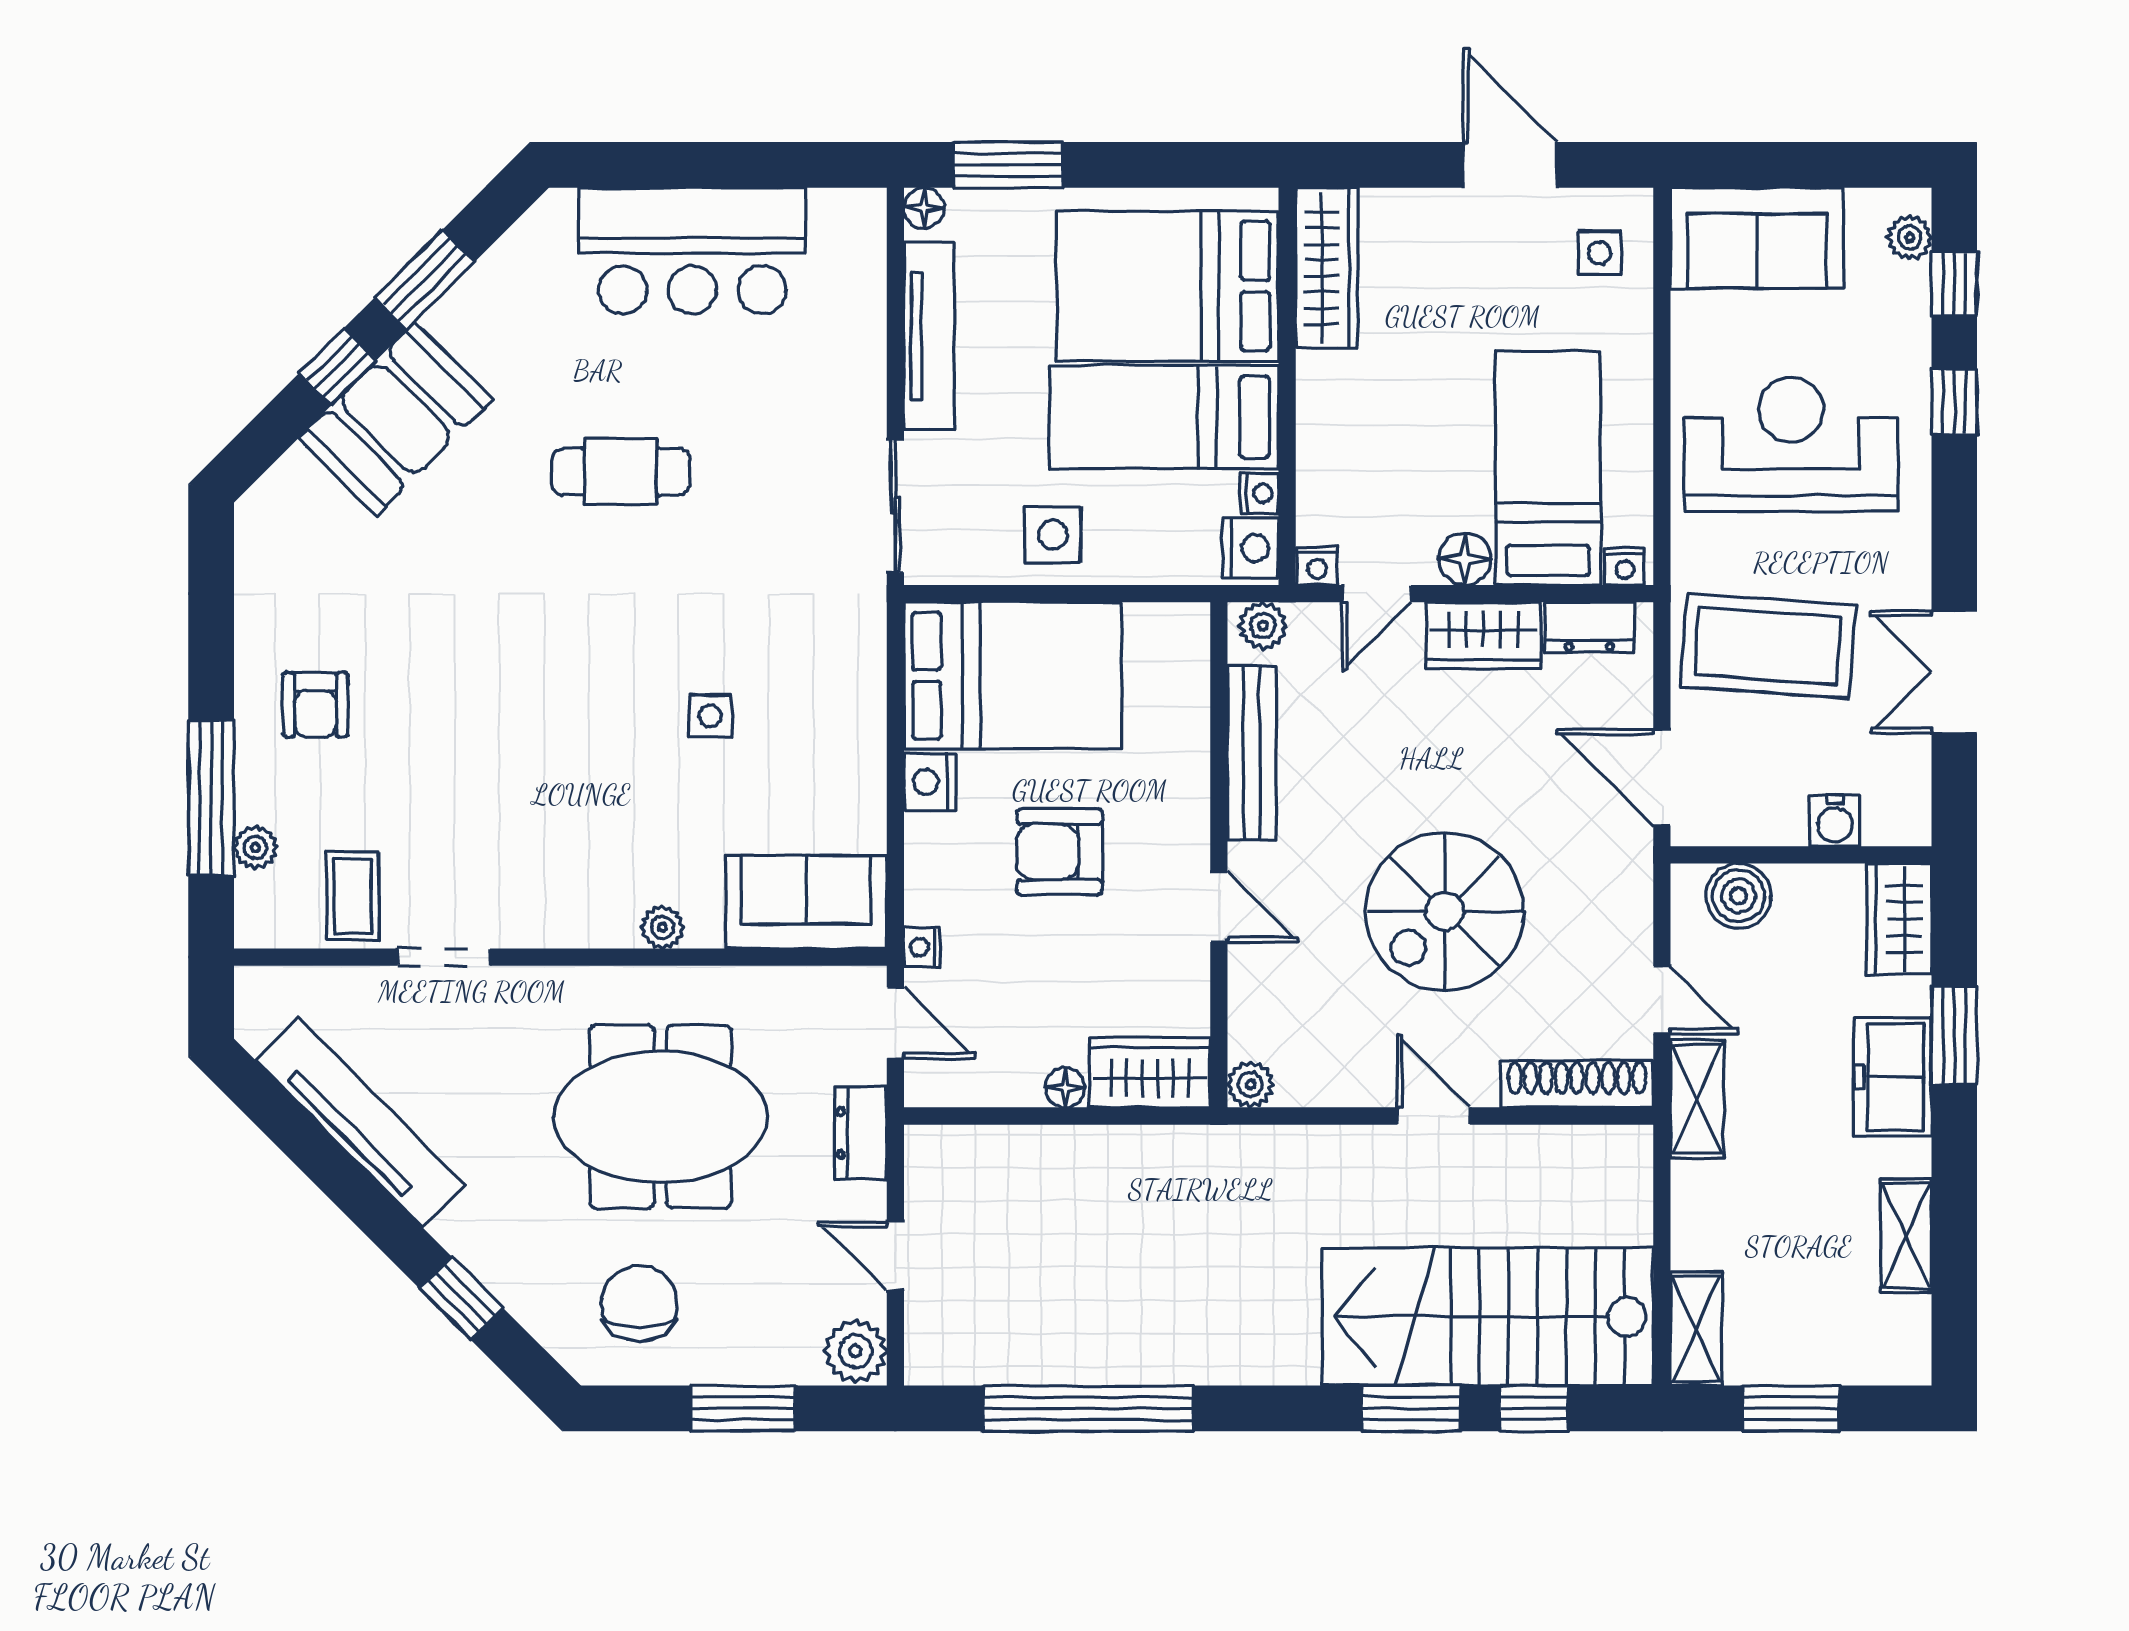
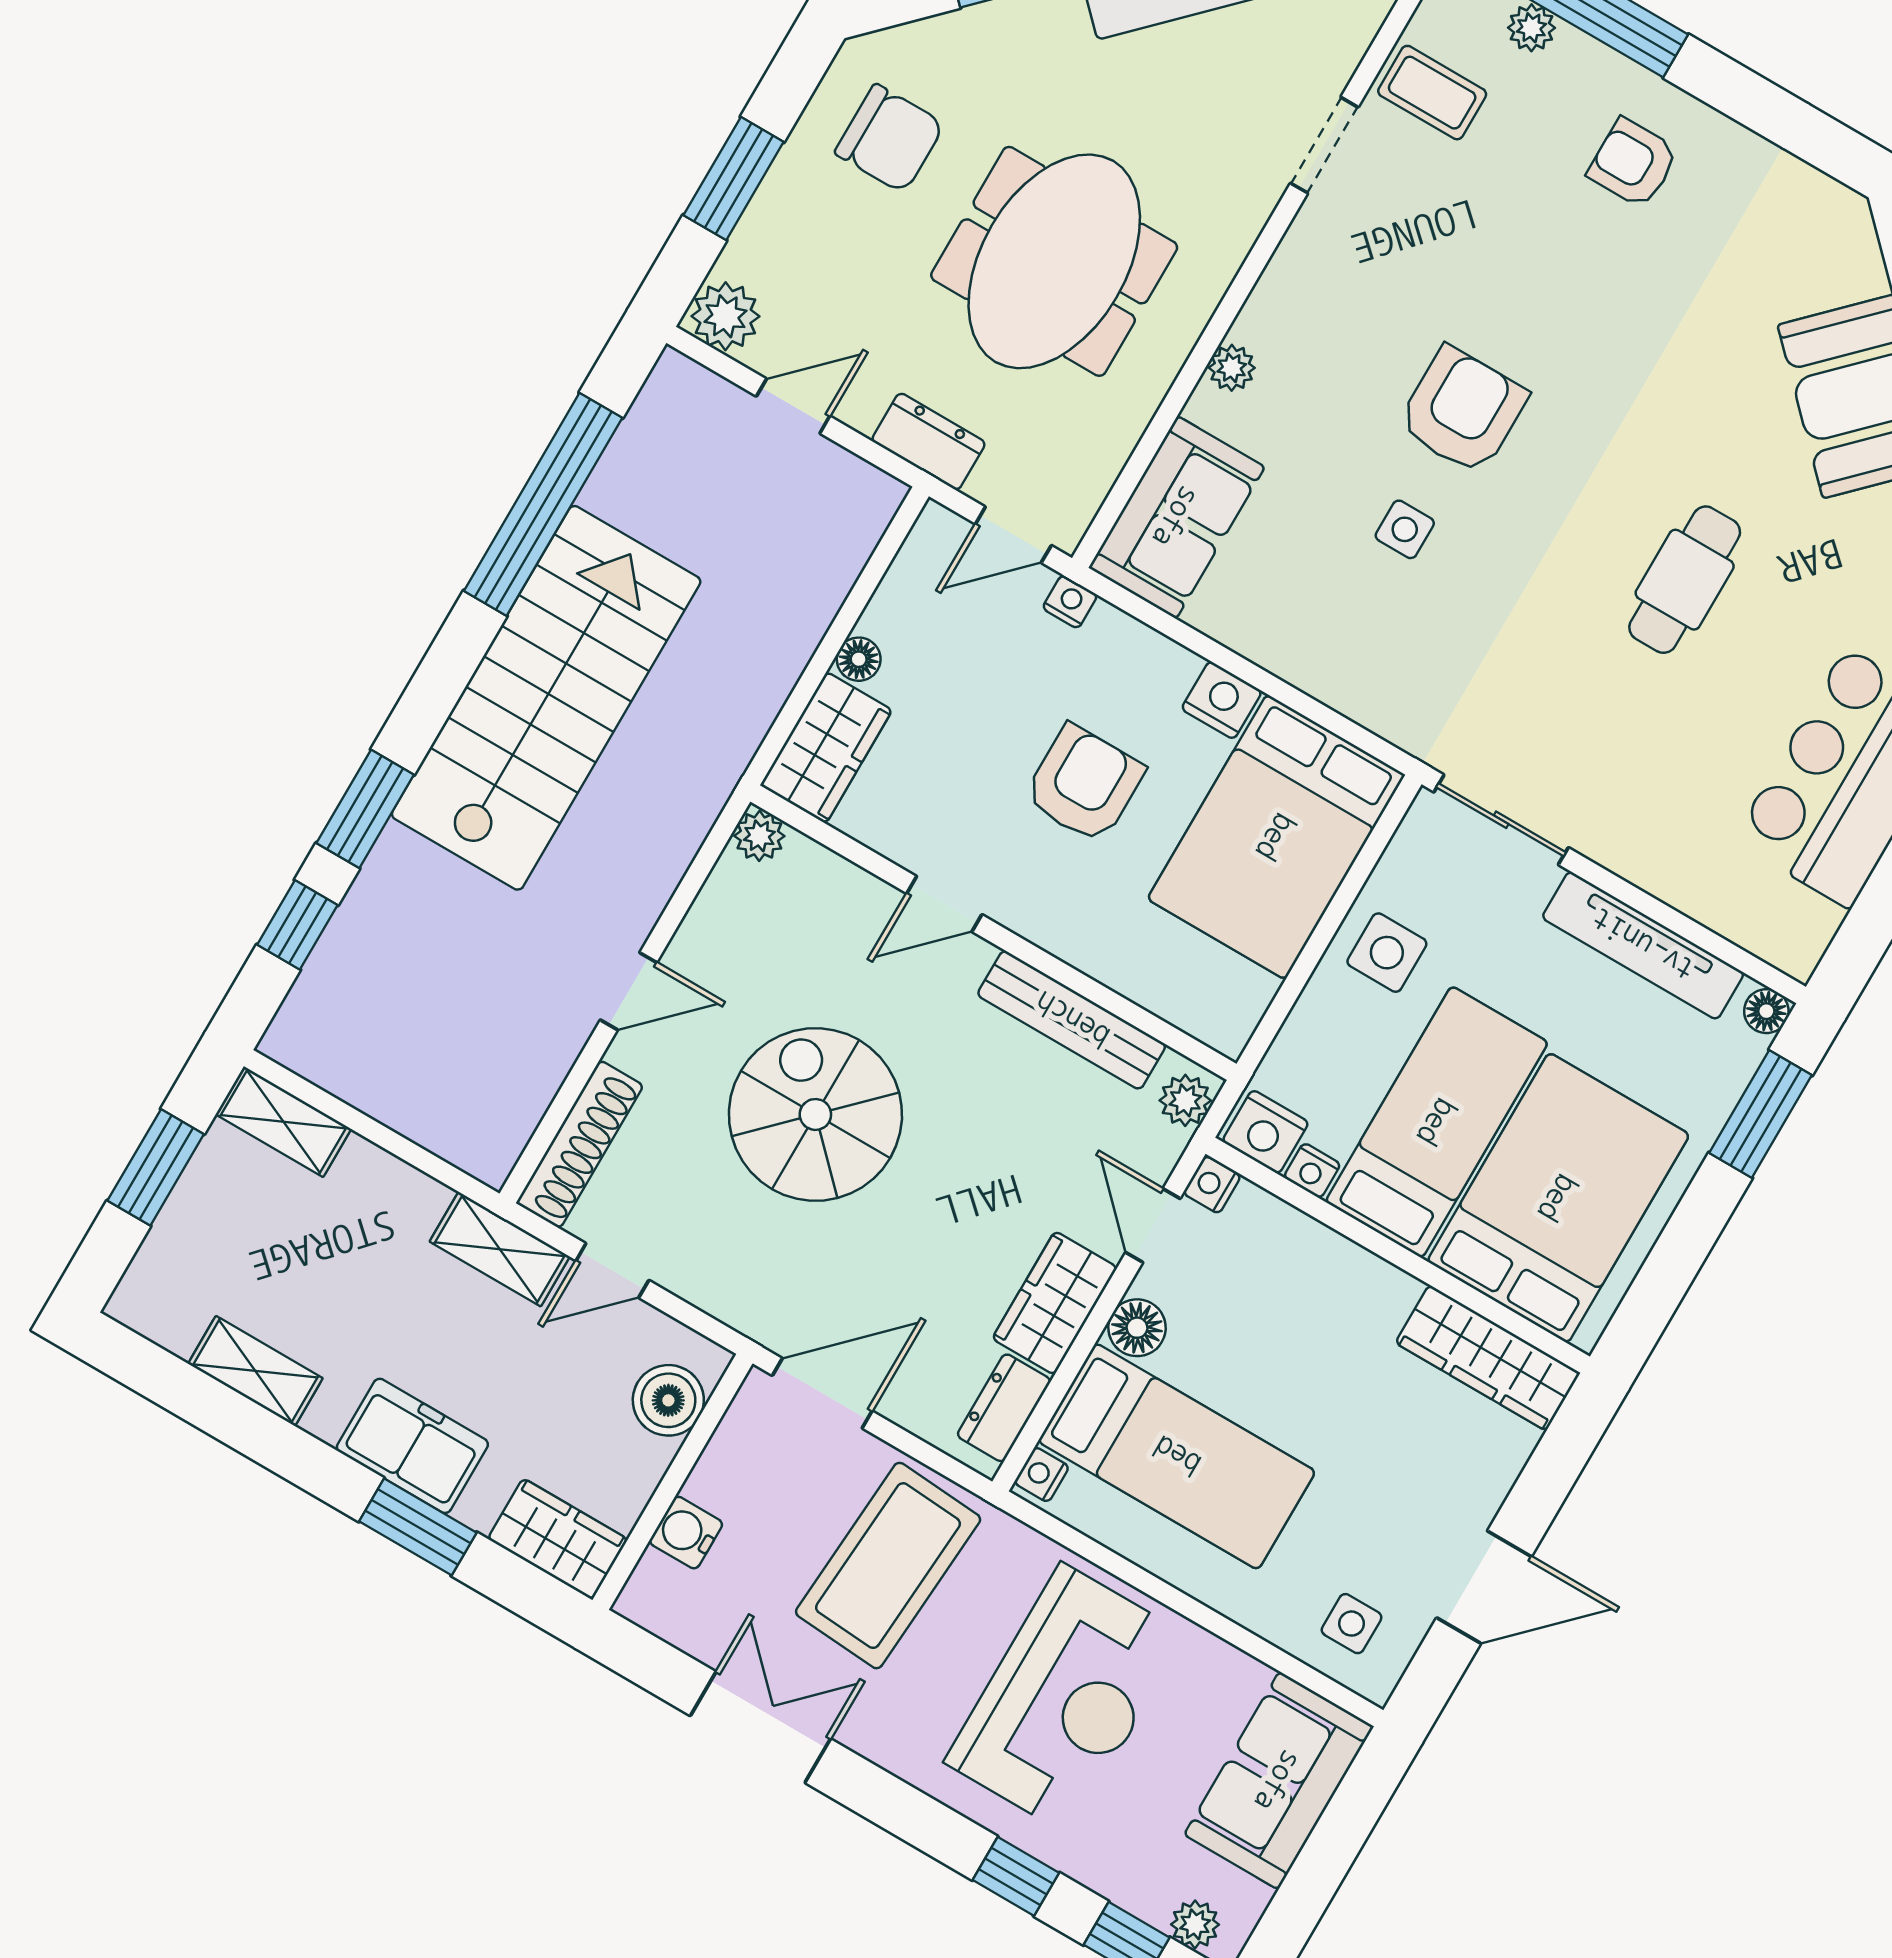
armchair: (590, 725) -> (1463, 411), added
stairs: (1488, 1317) -> (546, 698), moved

